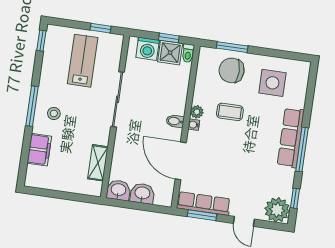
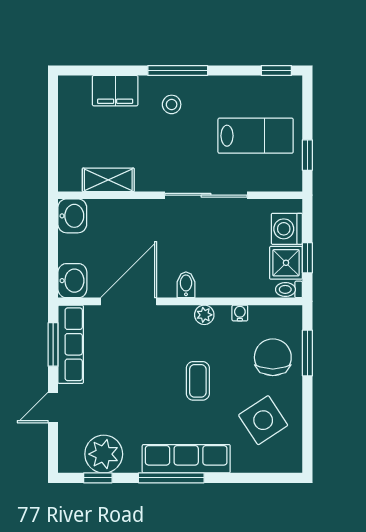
side table: (272, 83) -> (263, 420), turned -33
coffee table: (230, 112) -> (198, 381), moved
water cooler: (194, 125) -> (240, 313), moved
washbasin: (142, 193) -> (72, 281), moved
plant: (277, 210) -> (104, 454), moved

